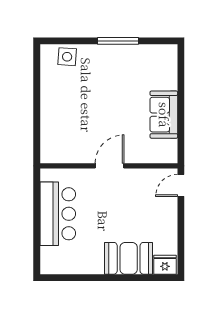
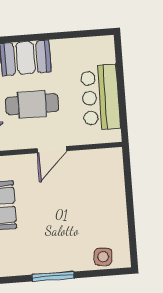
cafe table: (126, 212) -> (32, 104), added

